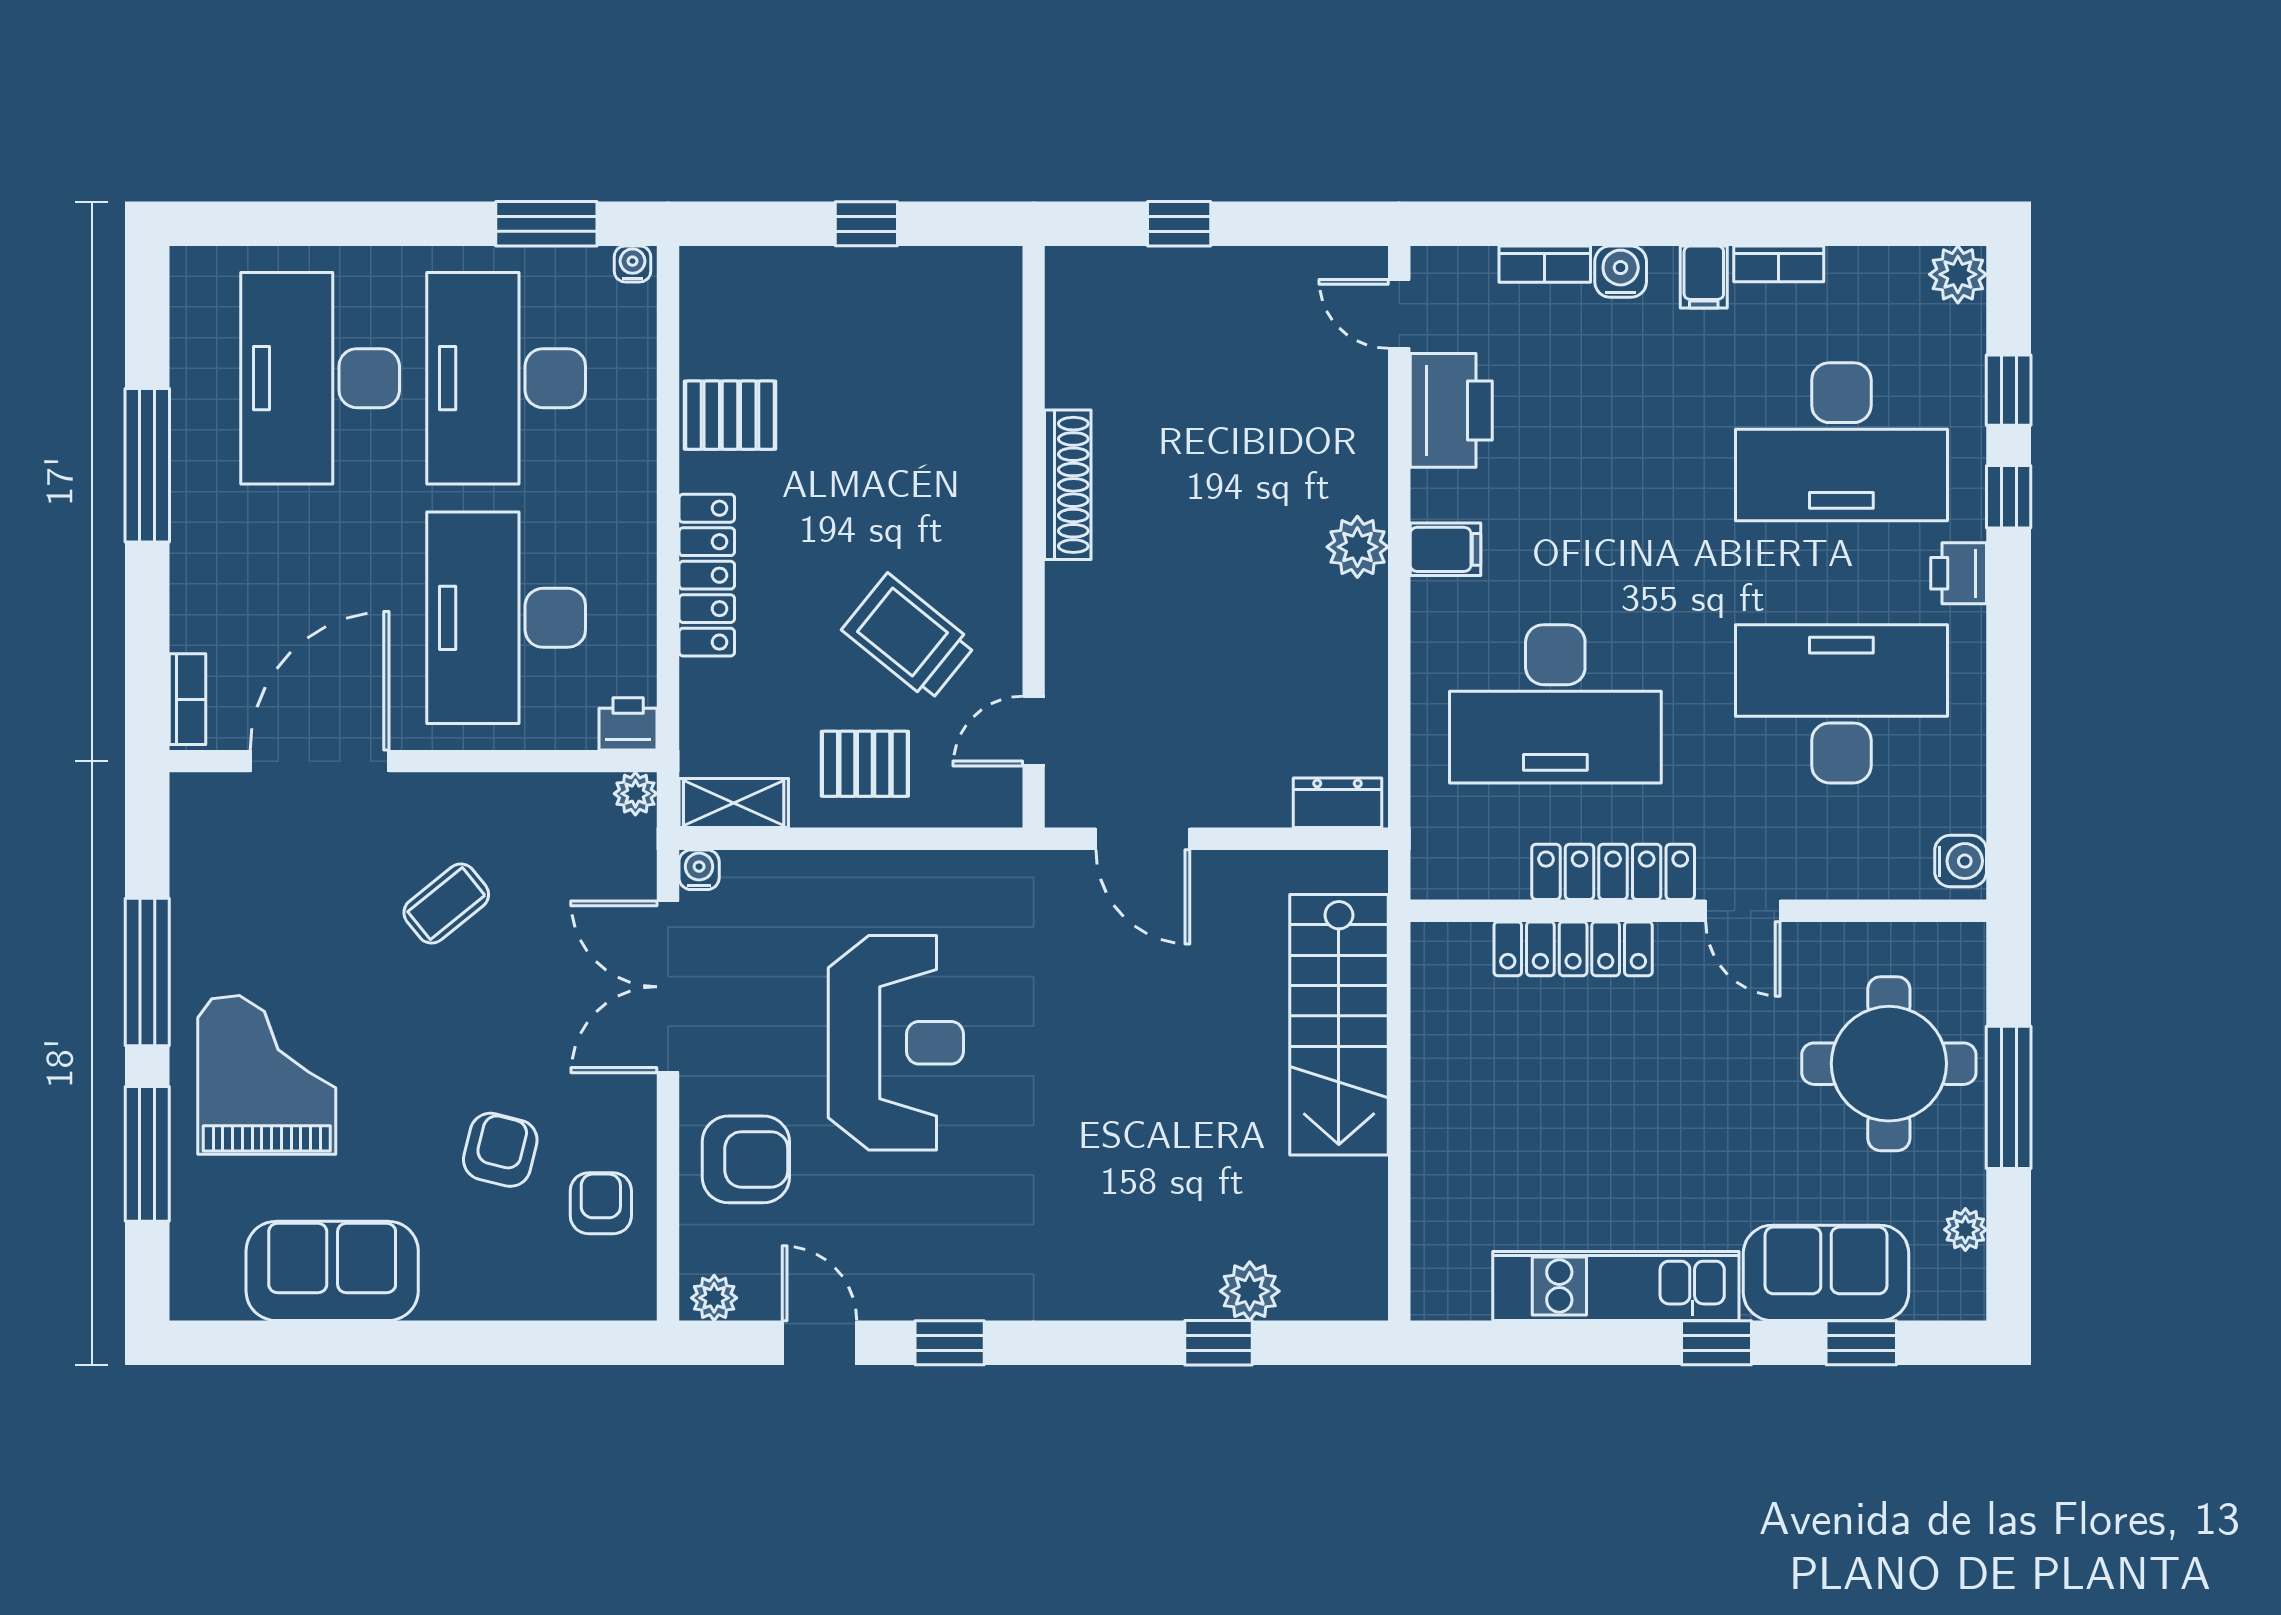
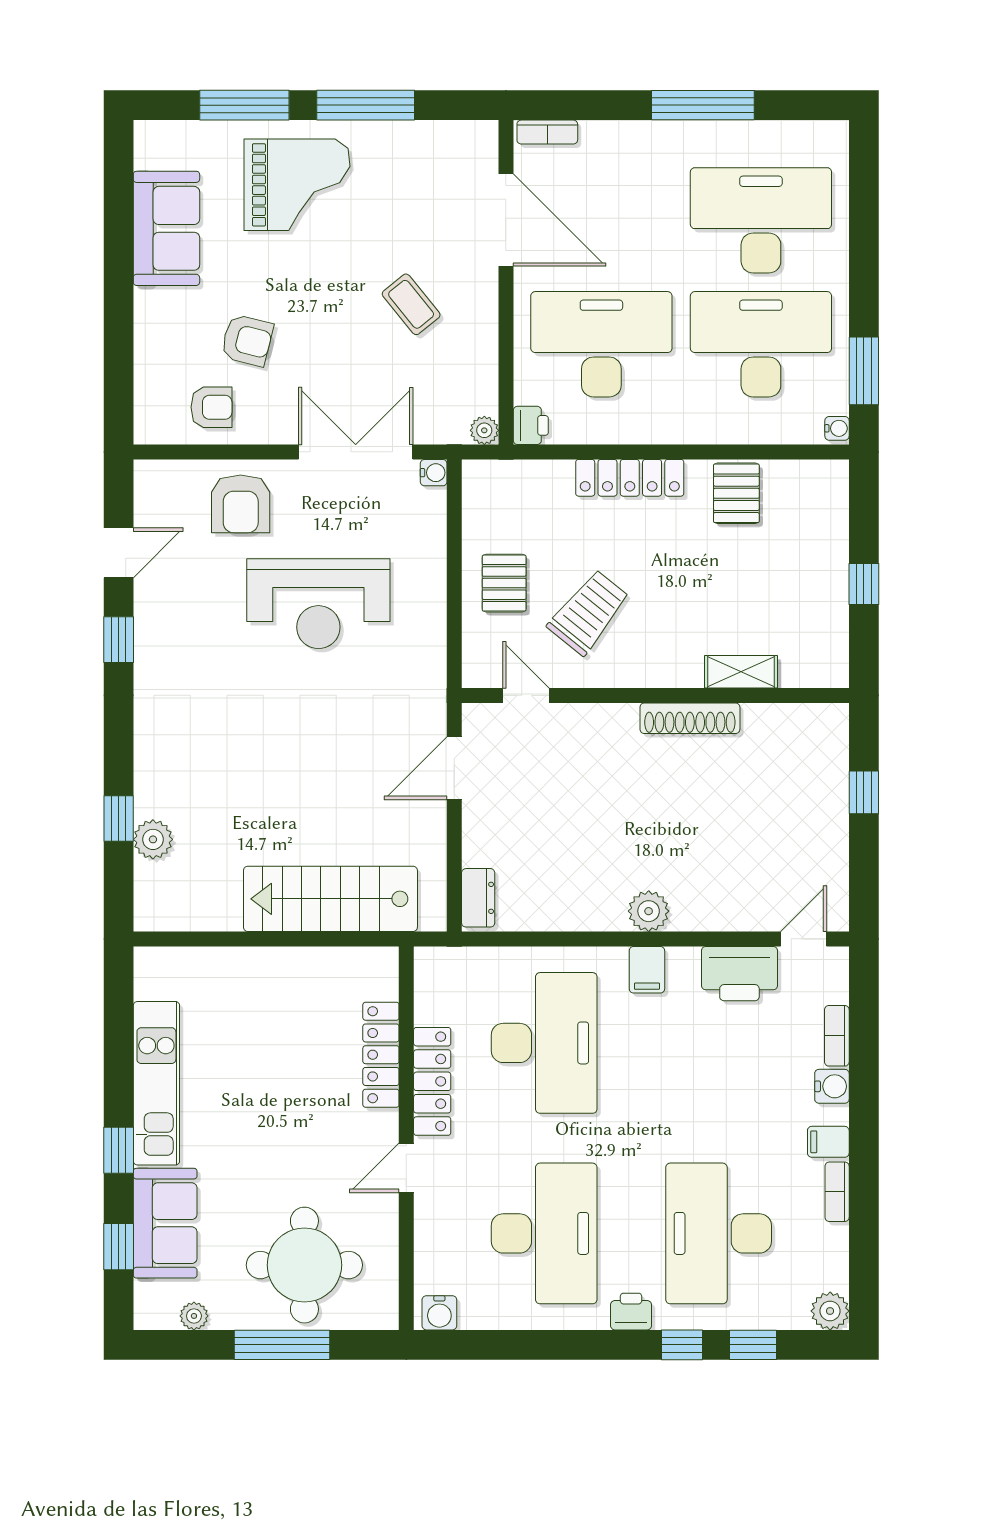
desk: (1555, 704) -> (544, 1043), turned 180
shelving: (734, 803) -> (741, 672), moved, turned 90
plant: (714, 1298) -> (149, 483), removed

